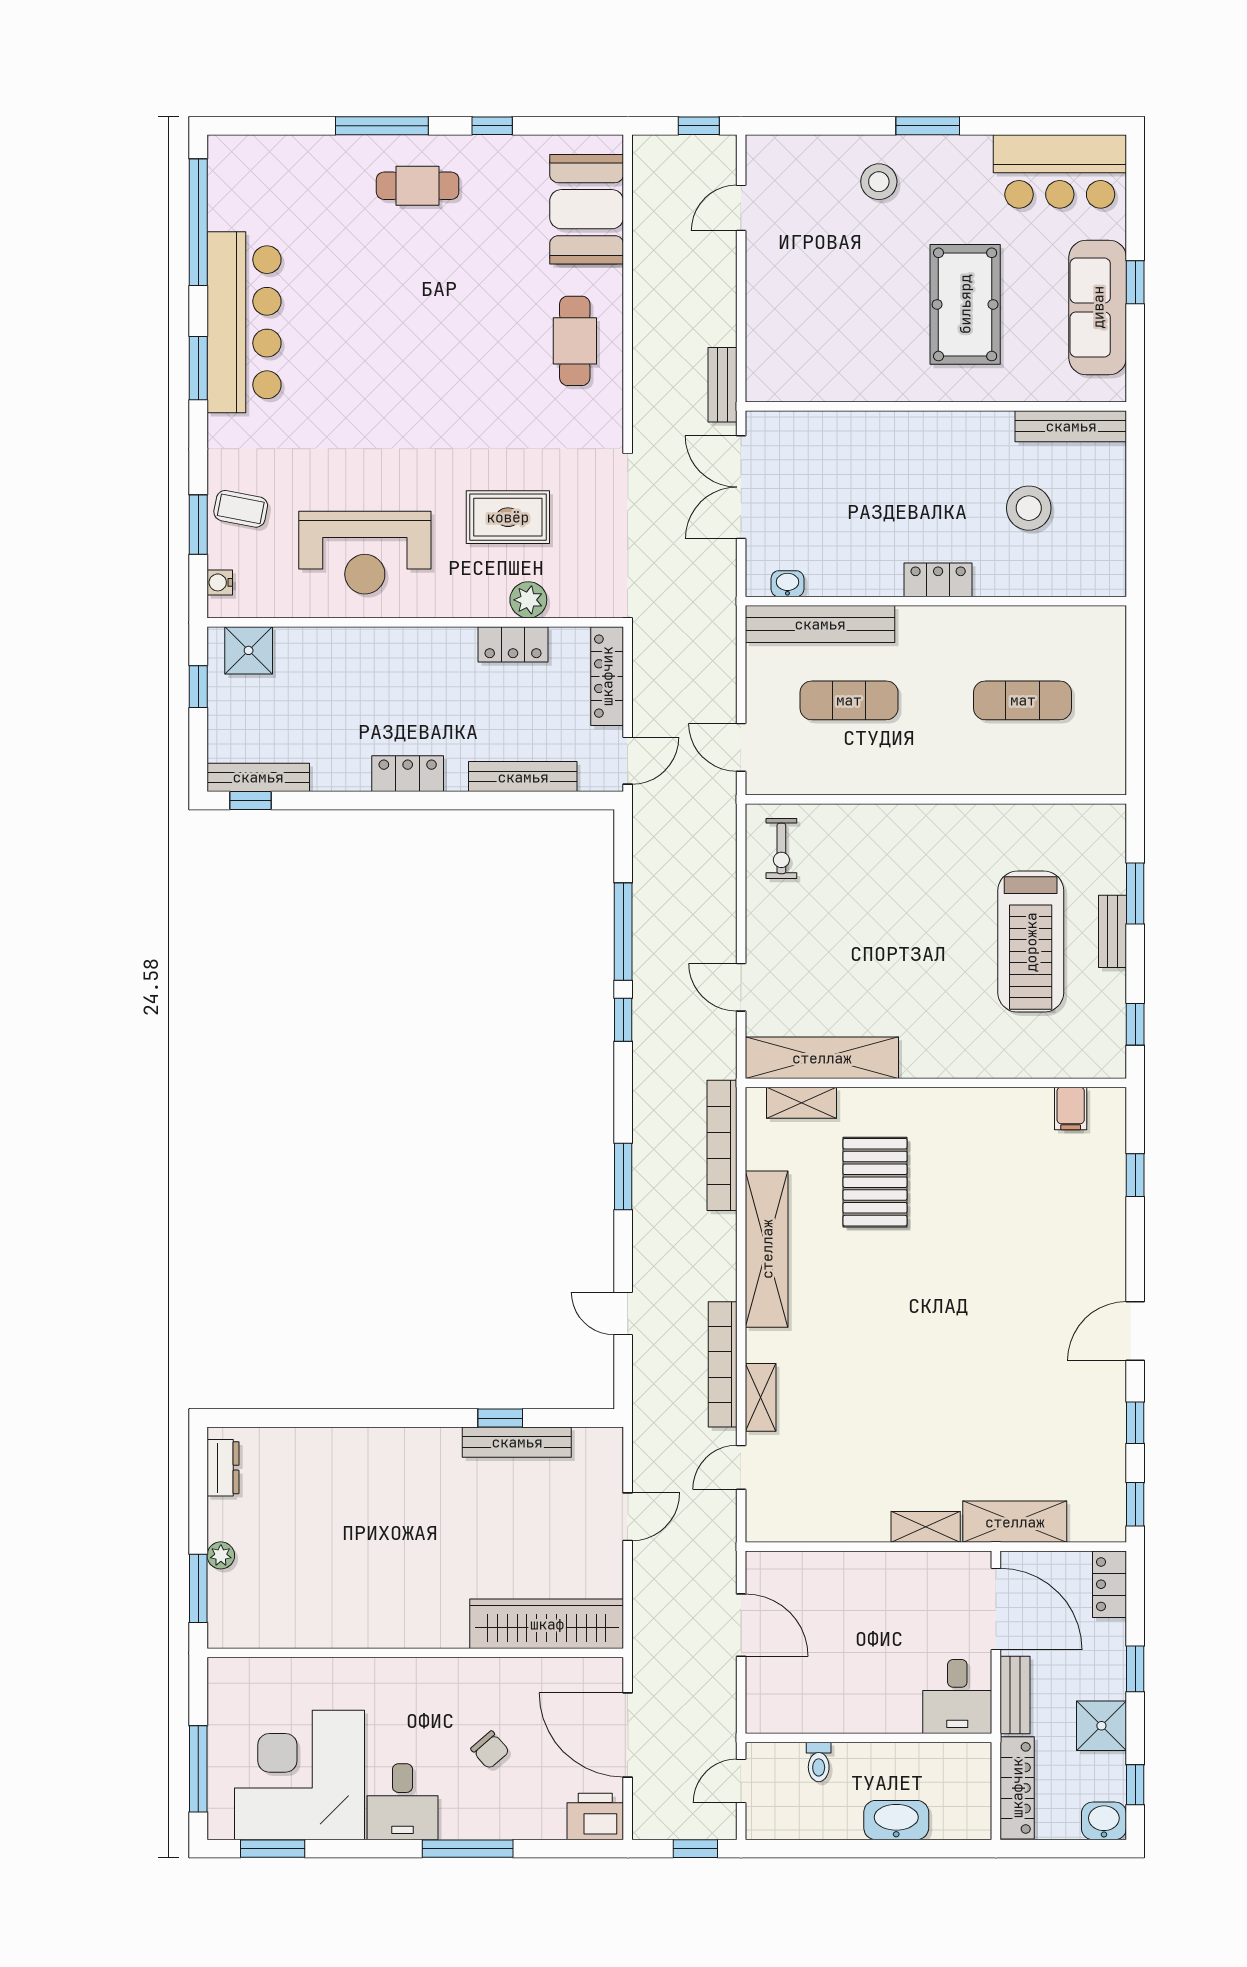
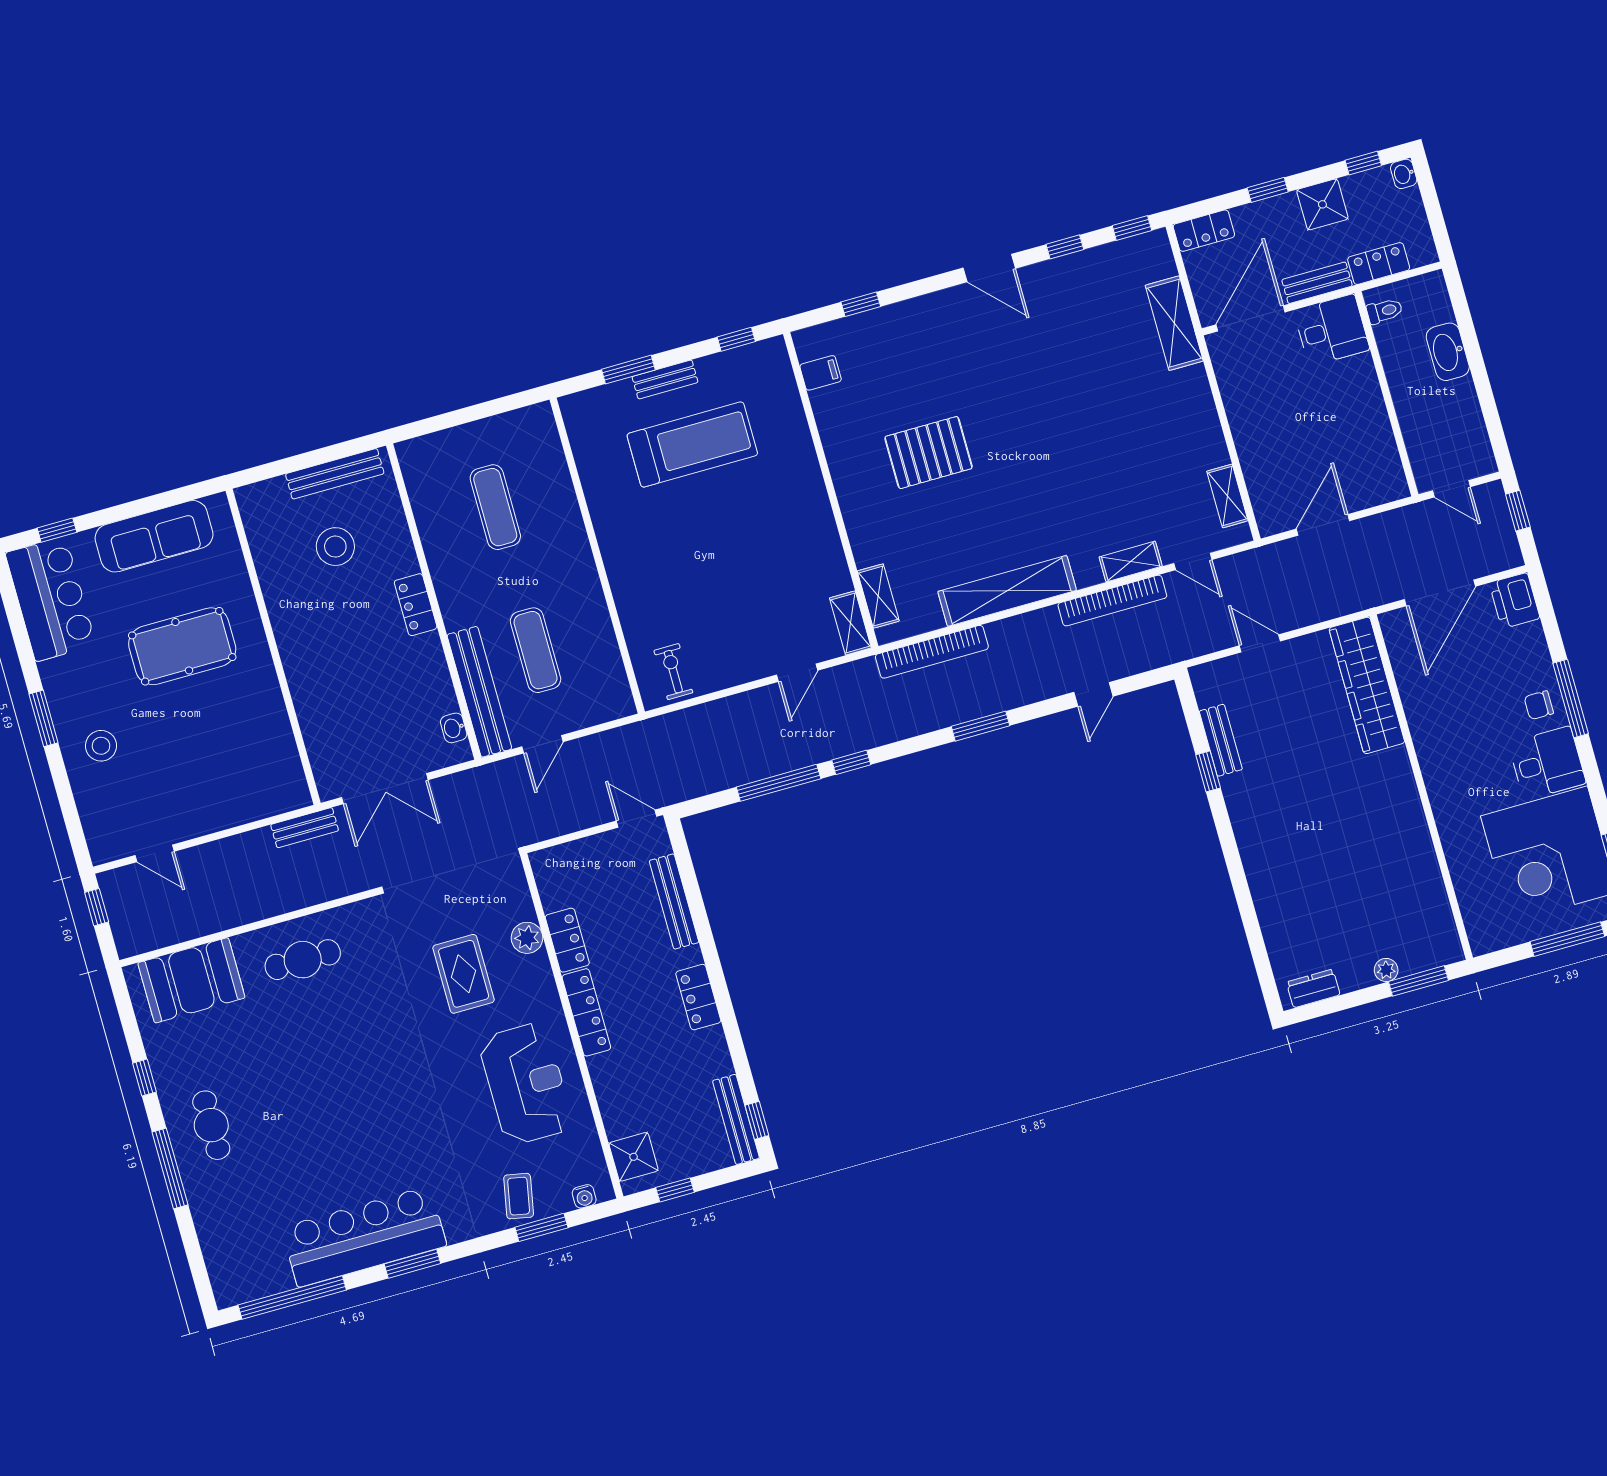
window: (1135, 282) -> (57, 530), moved
bench: (1071, 426) -> (335, 474), moved, turned 90
locker: (607, 676) -> (586, 1012), moved, turned -90
door: (741, 747) -> (542, 744), moved
exercise bike: (781, 848) -> (673, 672), turned -90
shelving: (822, 1058) -> (850, 623), width x0.45, depth x0.75
pallet: (875, 1182) -> (929, 453), moved
bench: (517, 1442) -> (1221, 740), width x0.73
shelving: (926, 1527) -> (1227, 496), moved
chair: (490, 1750) -> (1539, 705), moved, turned -139
toilet: (819, 1762) -> (1385, 311), moved
locker: (1017, 1788) -> (1379, 264), width x0.66
washbasin: (1104, 1821) -> (1404, 174), width x0.72, depth x0.69

